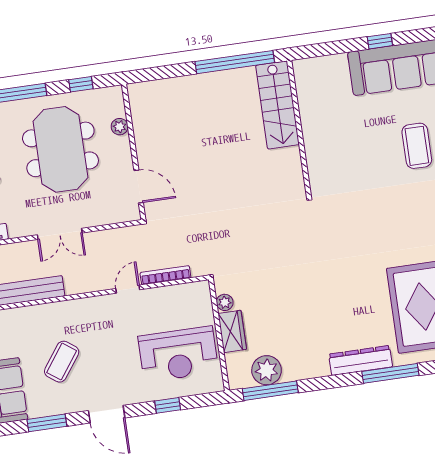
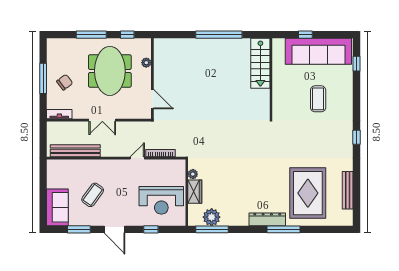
stairs: (278, 105) -> (260, 63), moved
wall: (299, 128) -> (271, 79), moved

